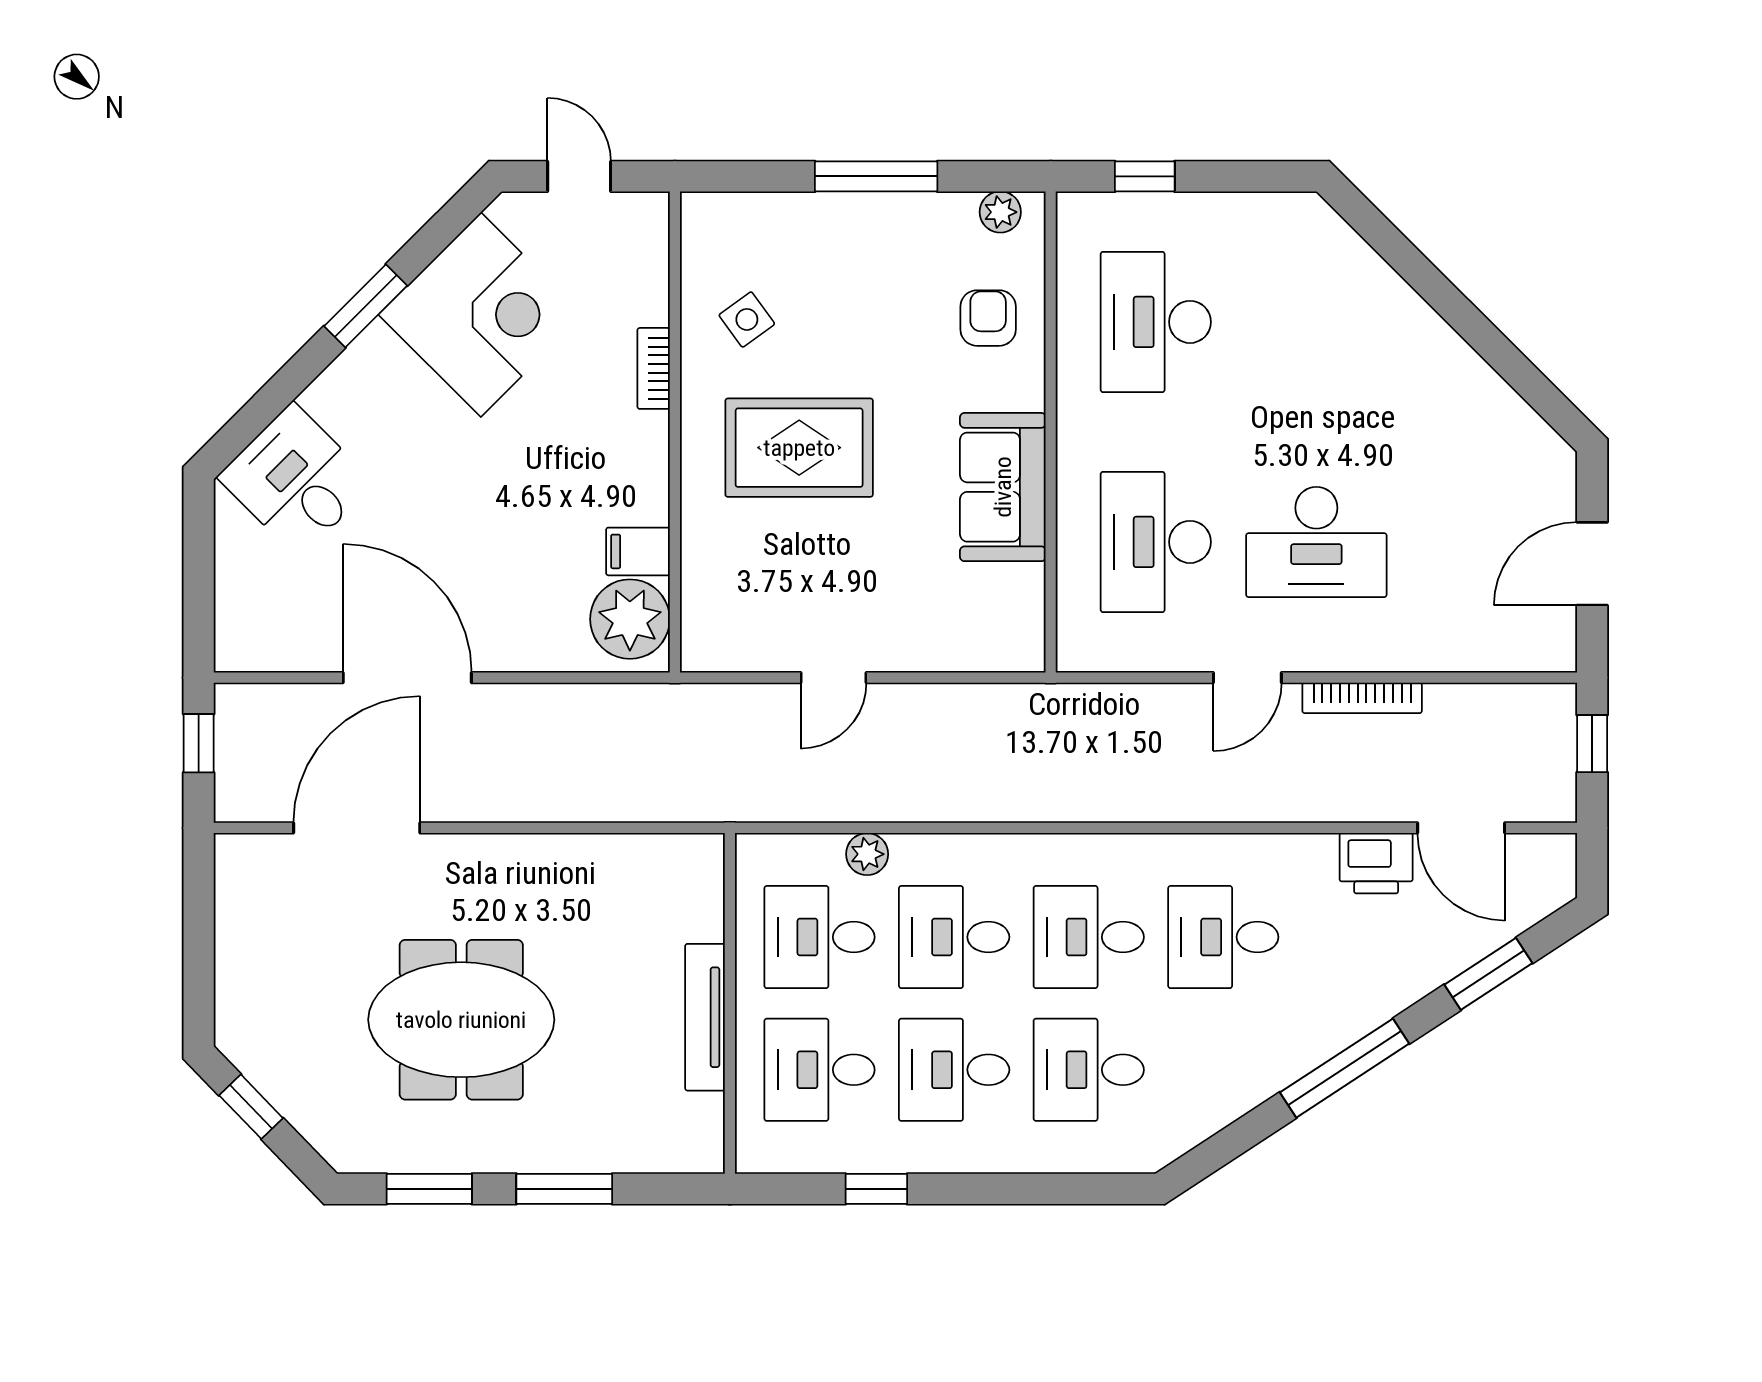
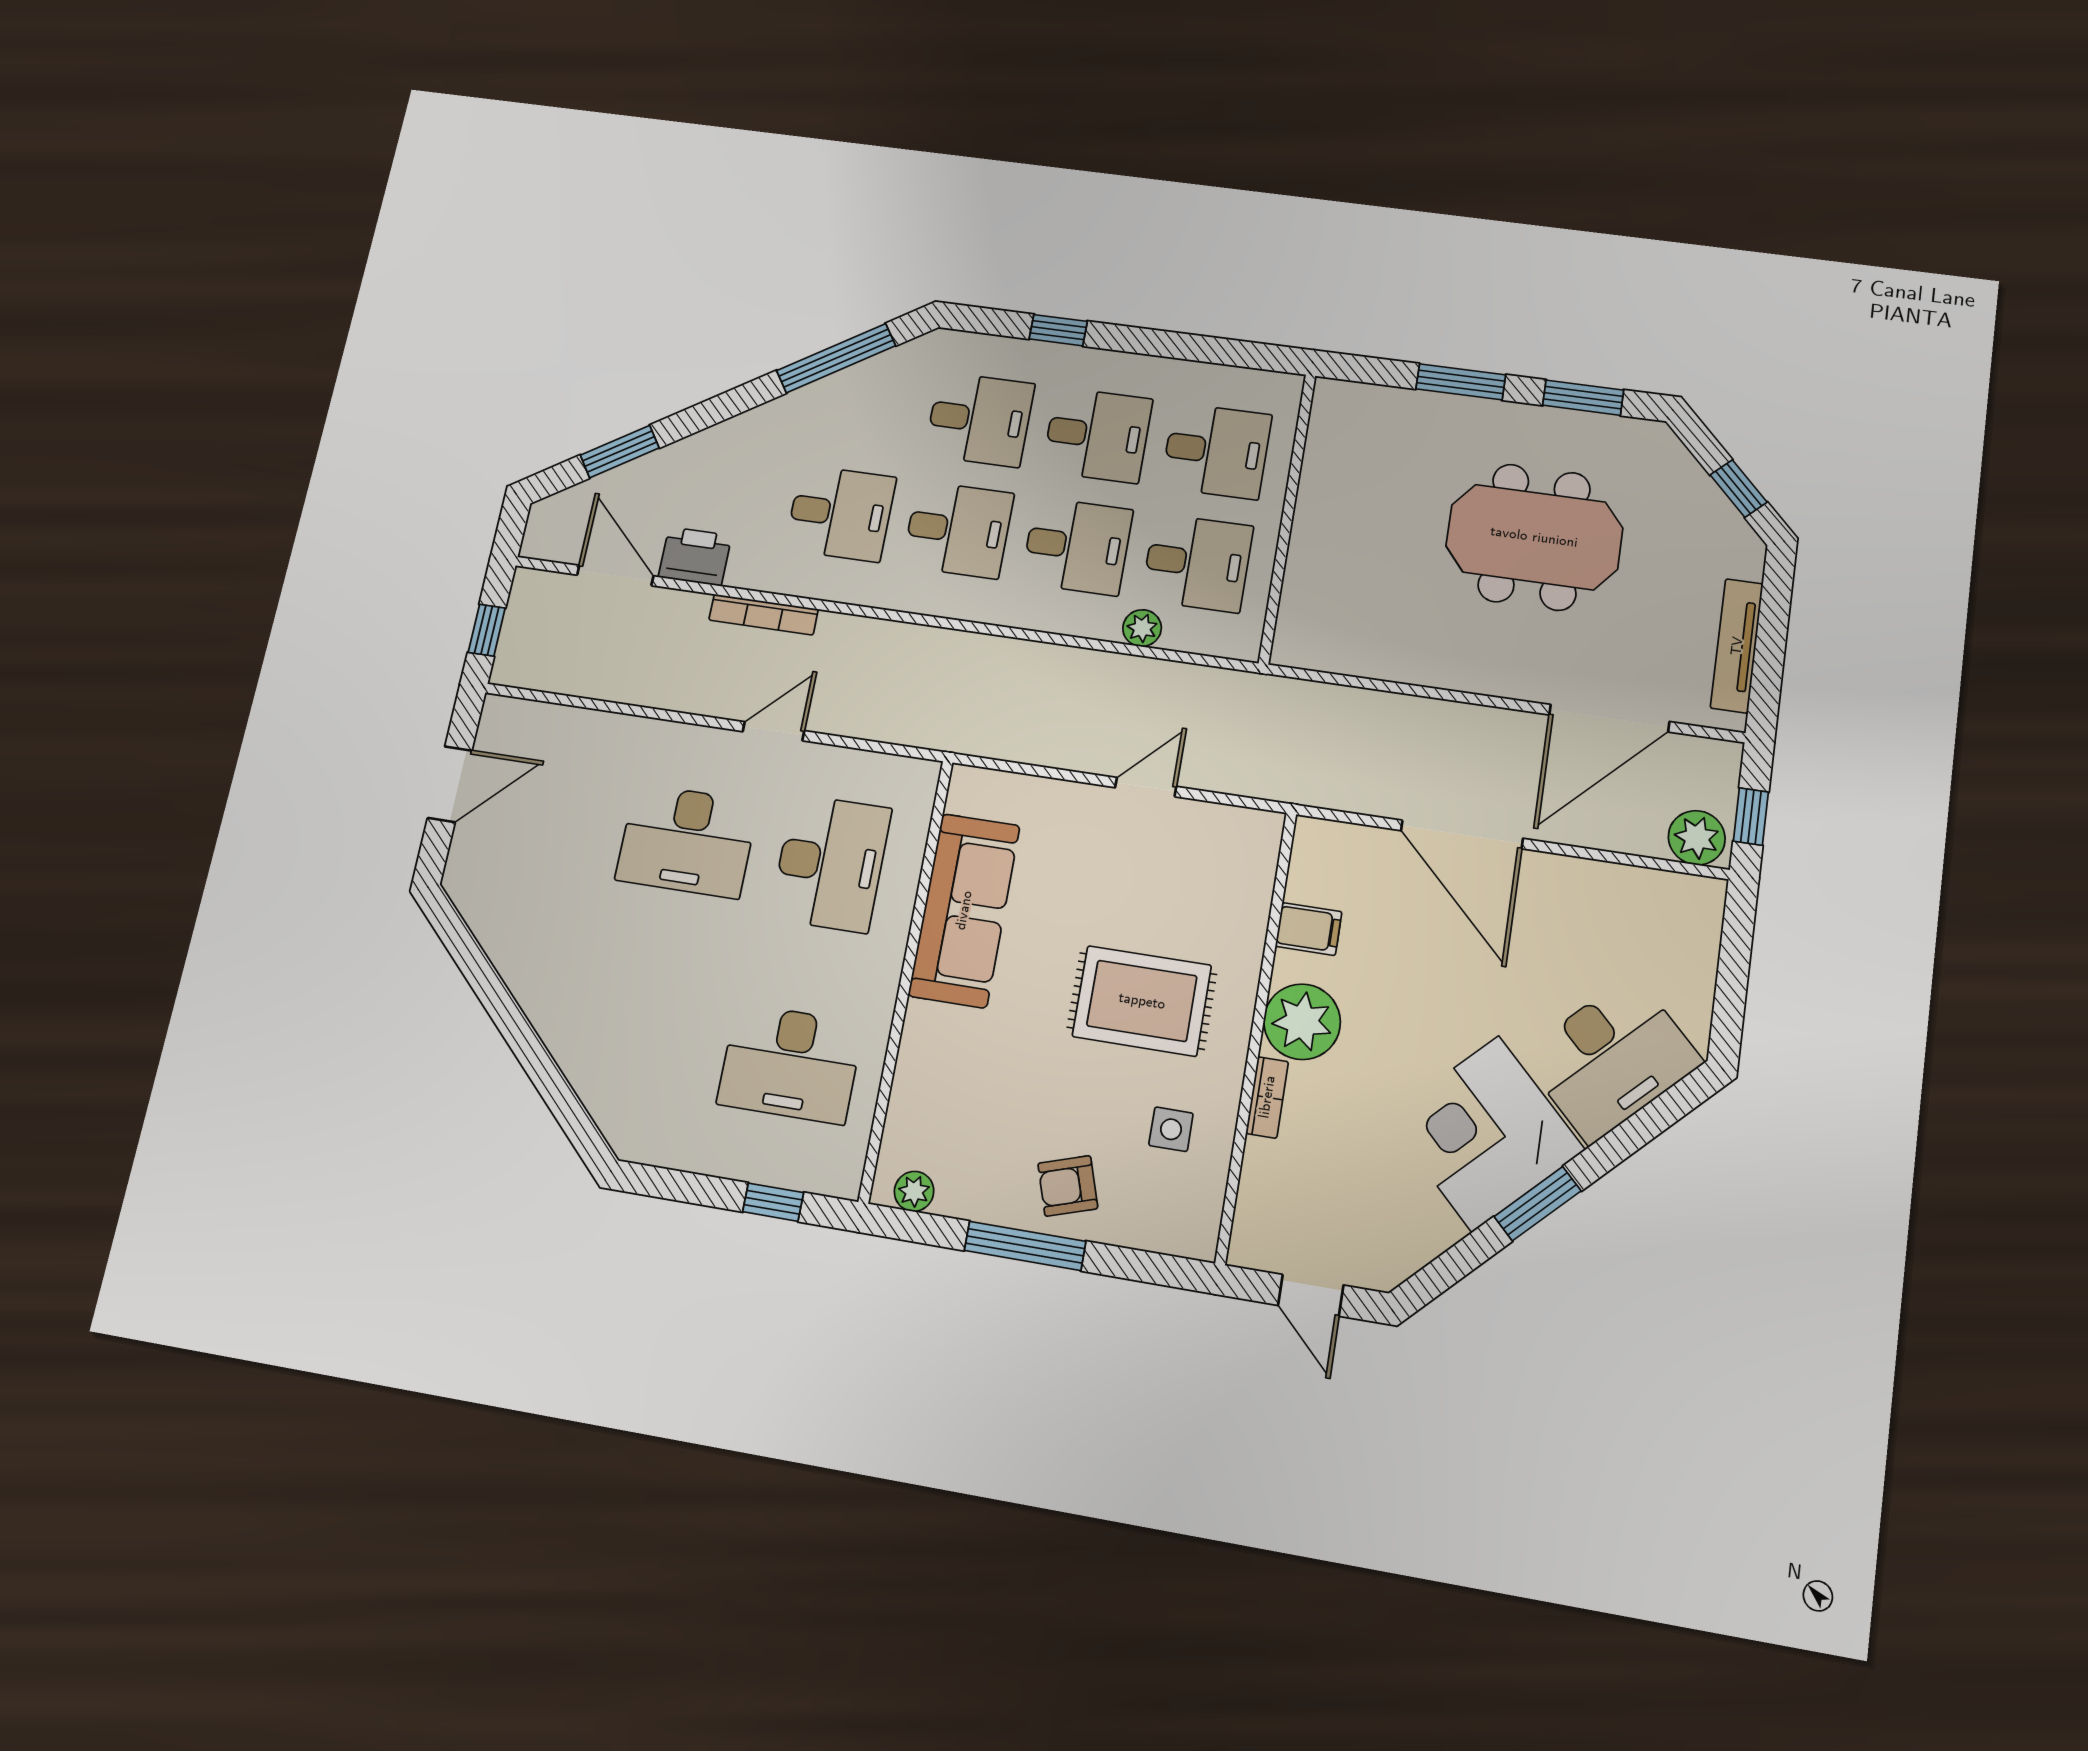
corner desk: (481, 315) -> (1485, 1133), moved
armchair: (988, 318) -> (1068, 1186), moved, turned 72
side table: (747, 319) -> (1171, 1129), turned 36
desk: (1156, 322) -> (790, 1064), turned 90
desk: (296, 480) -> (1611, 1058), width x1.37
sofa: (1003, 487) -> (964, 910), width x1.36
desk: (1316, 542) -> (687, 841), turned 180
plant: (630, 619) -> (1302, 1022), moved
door: (407, 678) -> (1462, 834), moved
bookcase: (1362, 698) -> (764, 615), moved, turned 180
plant: (251, 712) -> (1697, 838), added
tv unit: (705, 1017) -> (1737, 646), moved, turned 180
window: (1345, 1068) -> (836, 358), moved
window: (876, 1189) -> (1058, 330), moved

